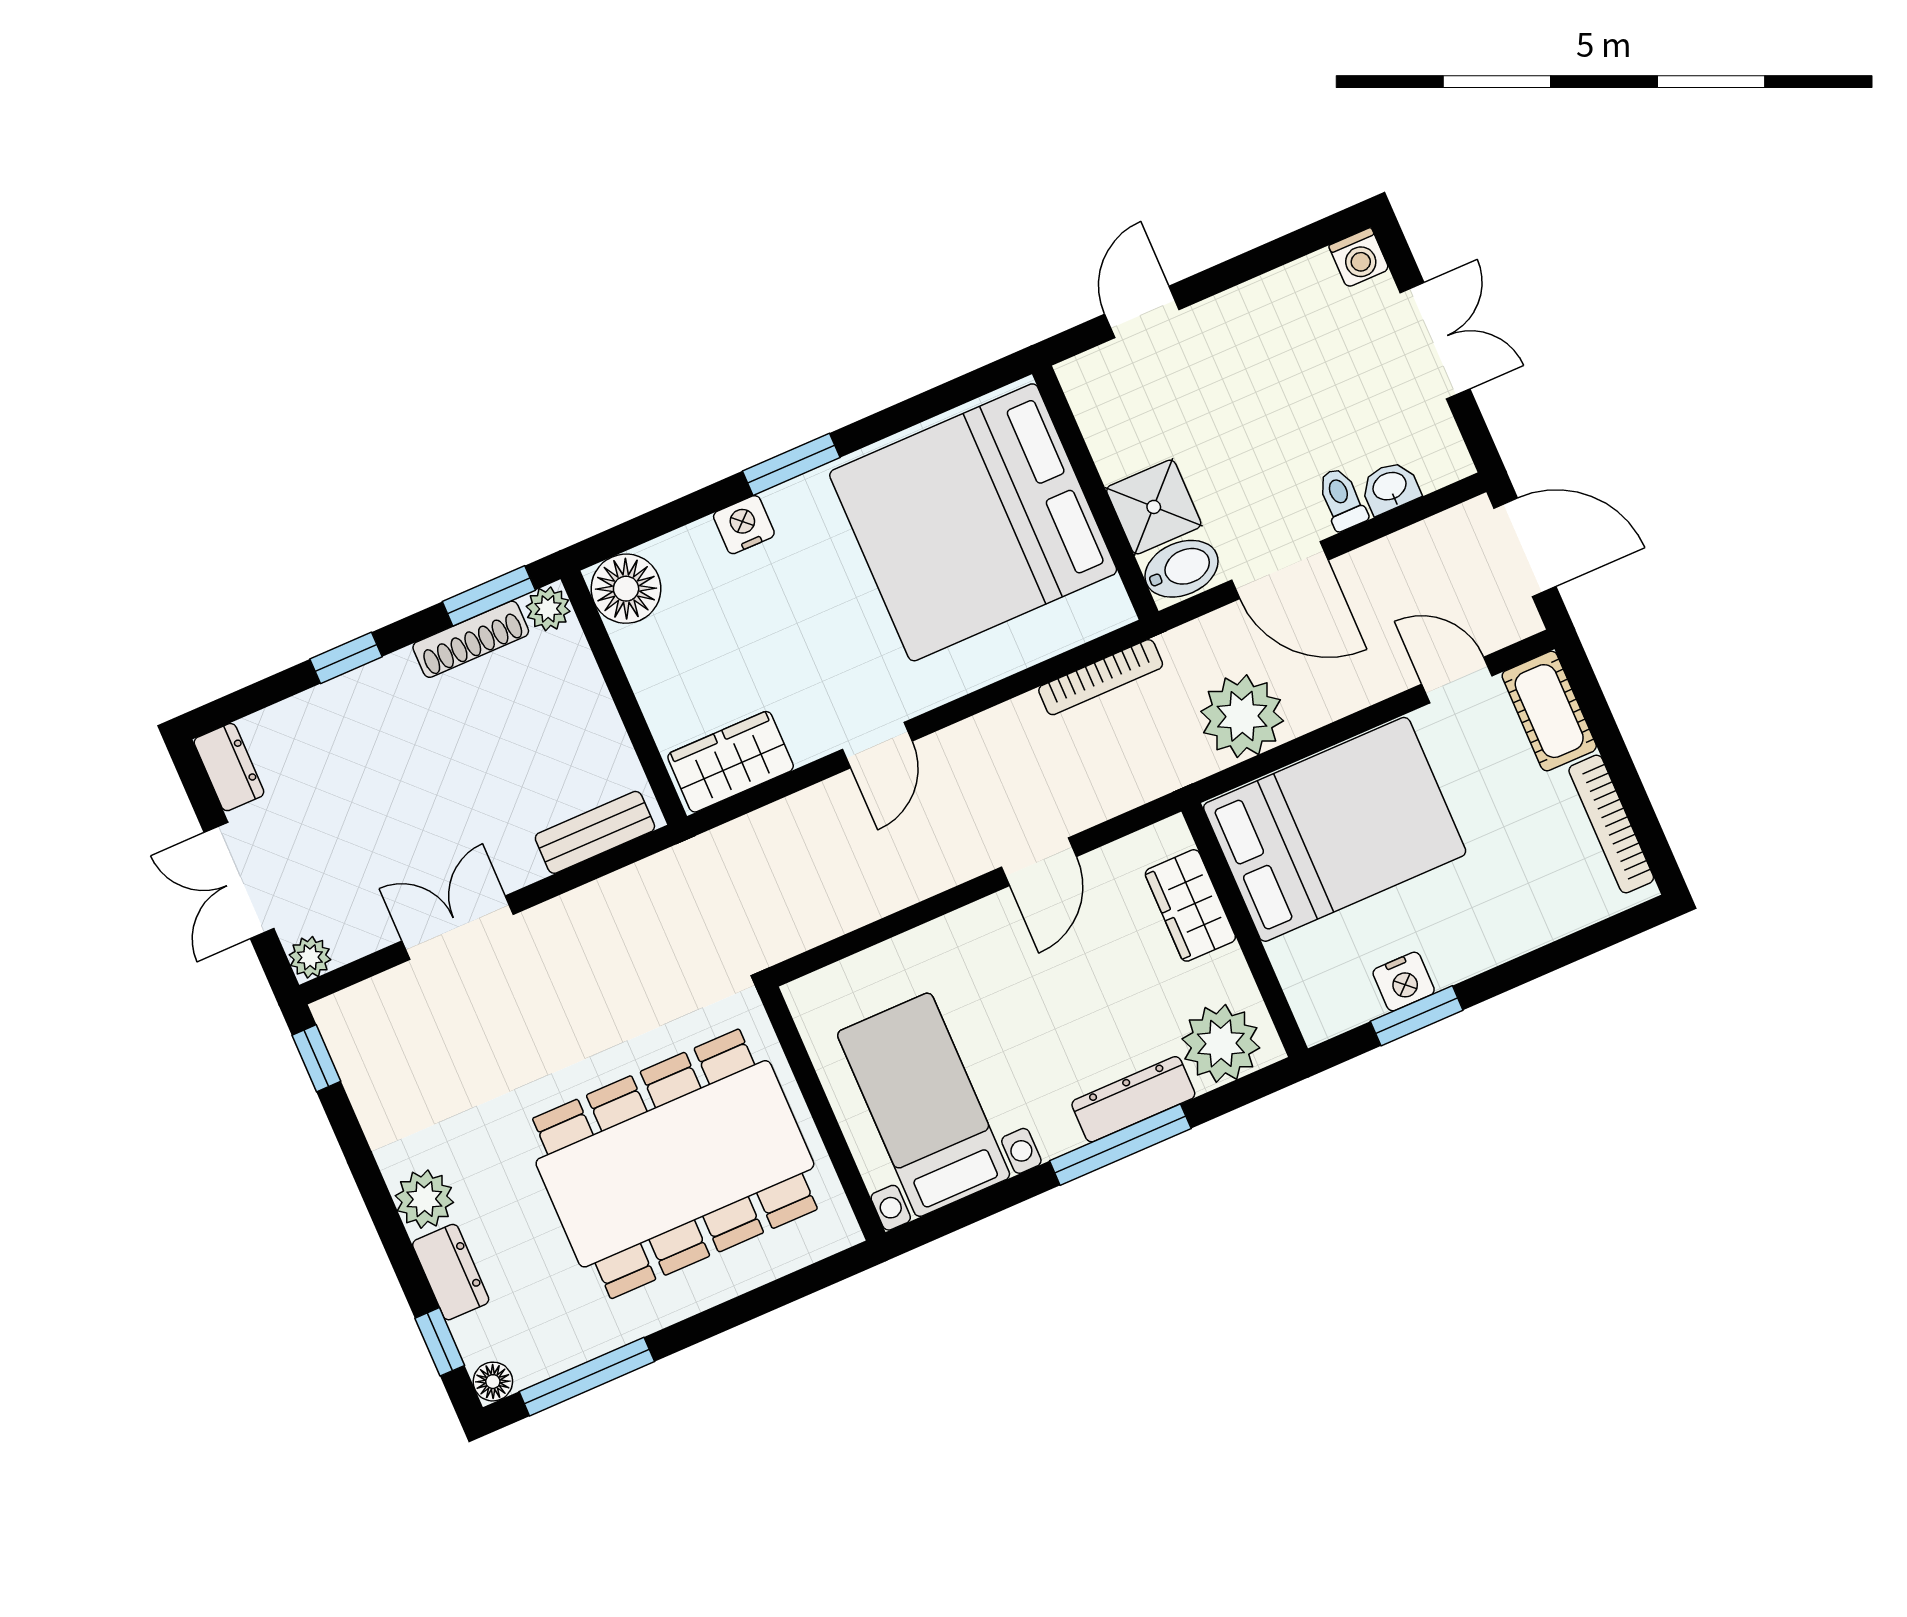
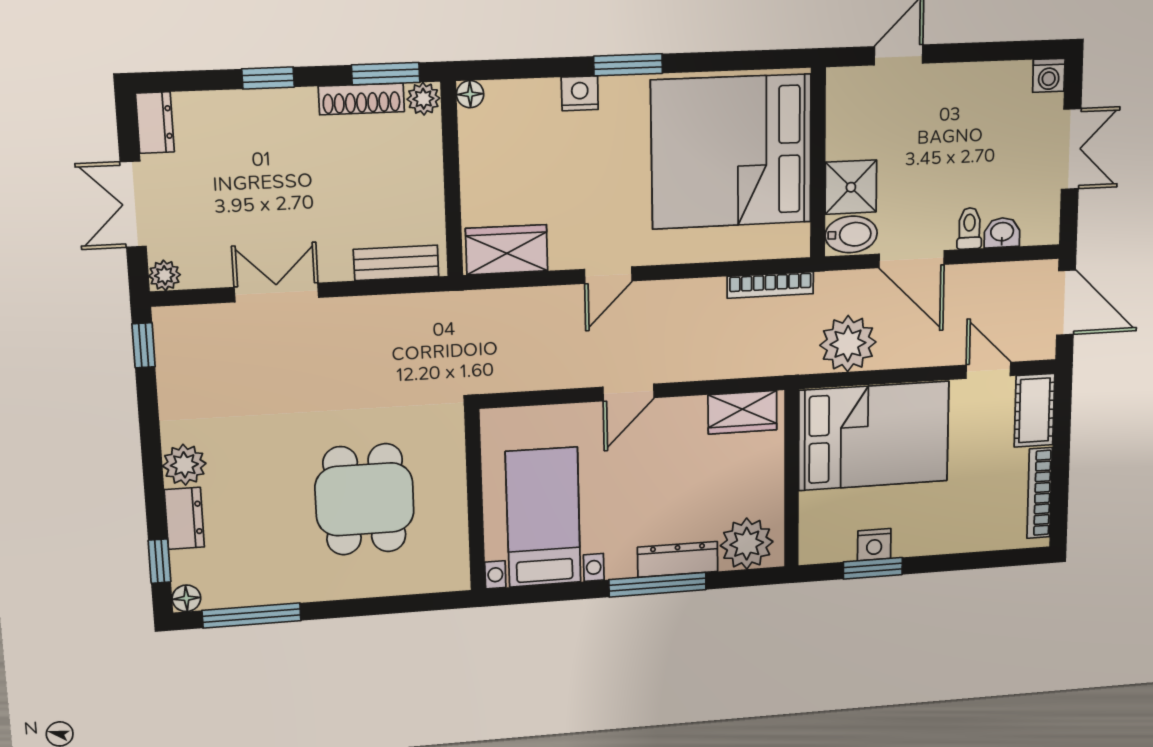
floor lamp: (626, 589) -> (470, 94), width x0.53, depth x0.53
door: (1039, 862) -> (629, 392), moved
wardrobe: (1190, 905) -> (743, 412), moved, turned -90
dining table: (675, 1164) -> (365, 499), width x0.53, depth x0.80

